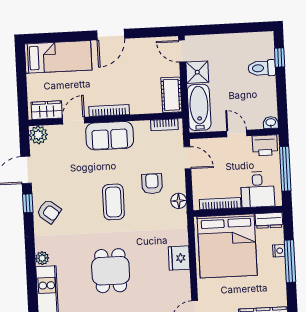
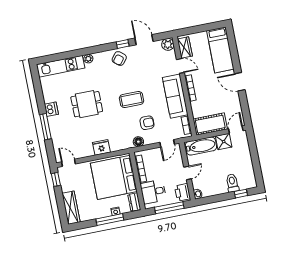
cot: (171, 95) -> (210, 124), width x1.37, depth x1.34
sofa: (110, 136) -> (175, 96), width x1.36

